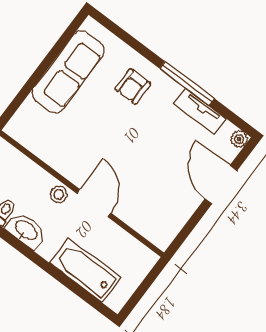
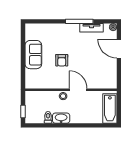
sofa: (68, 72) -> (33, 55), width x0.73
armchair: (133, 86) -> (62, 60), moved
bathtub: (85, 270) -> (110, 108), moved, turned -90

